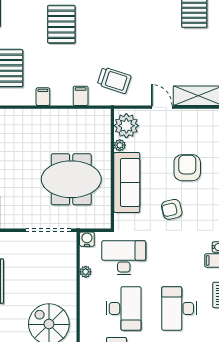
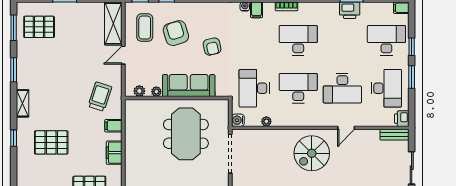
filing cabinet: (43, 97) -> (114, 153), width x2.00
plant: (126, 126) -> (139, 91), width x0.53, depth x0.53
coffee table: (194, 132) -> (145, 28), added
armchair: (187, 168) -> (176, 33), turned 73
desk: (179, 308) -> (298, 40), turned 180

